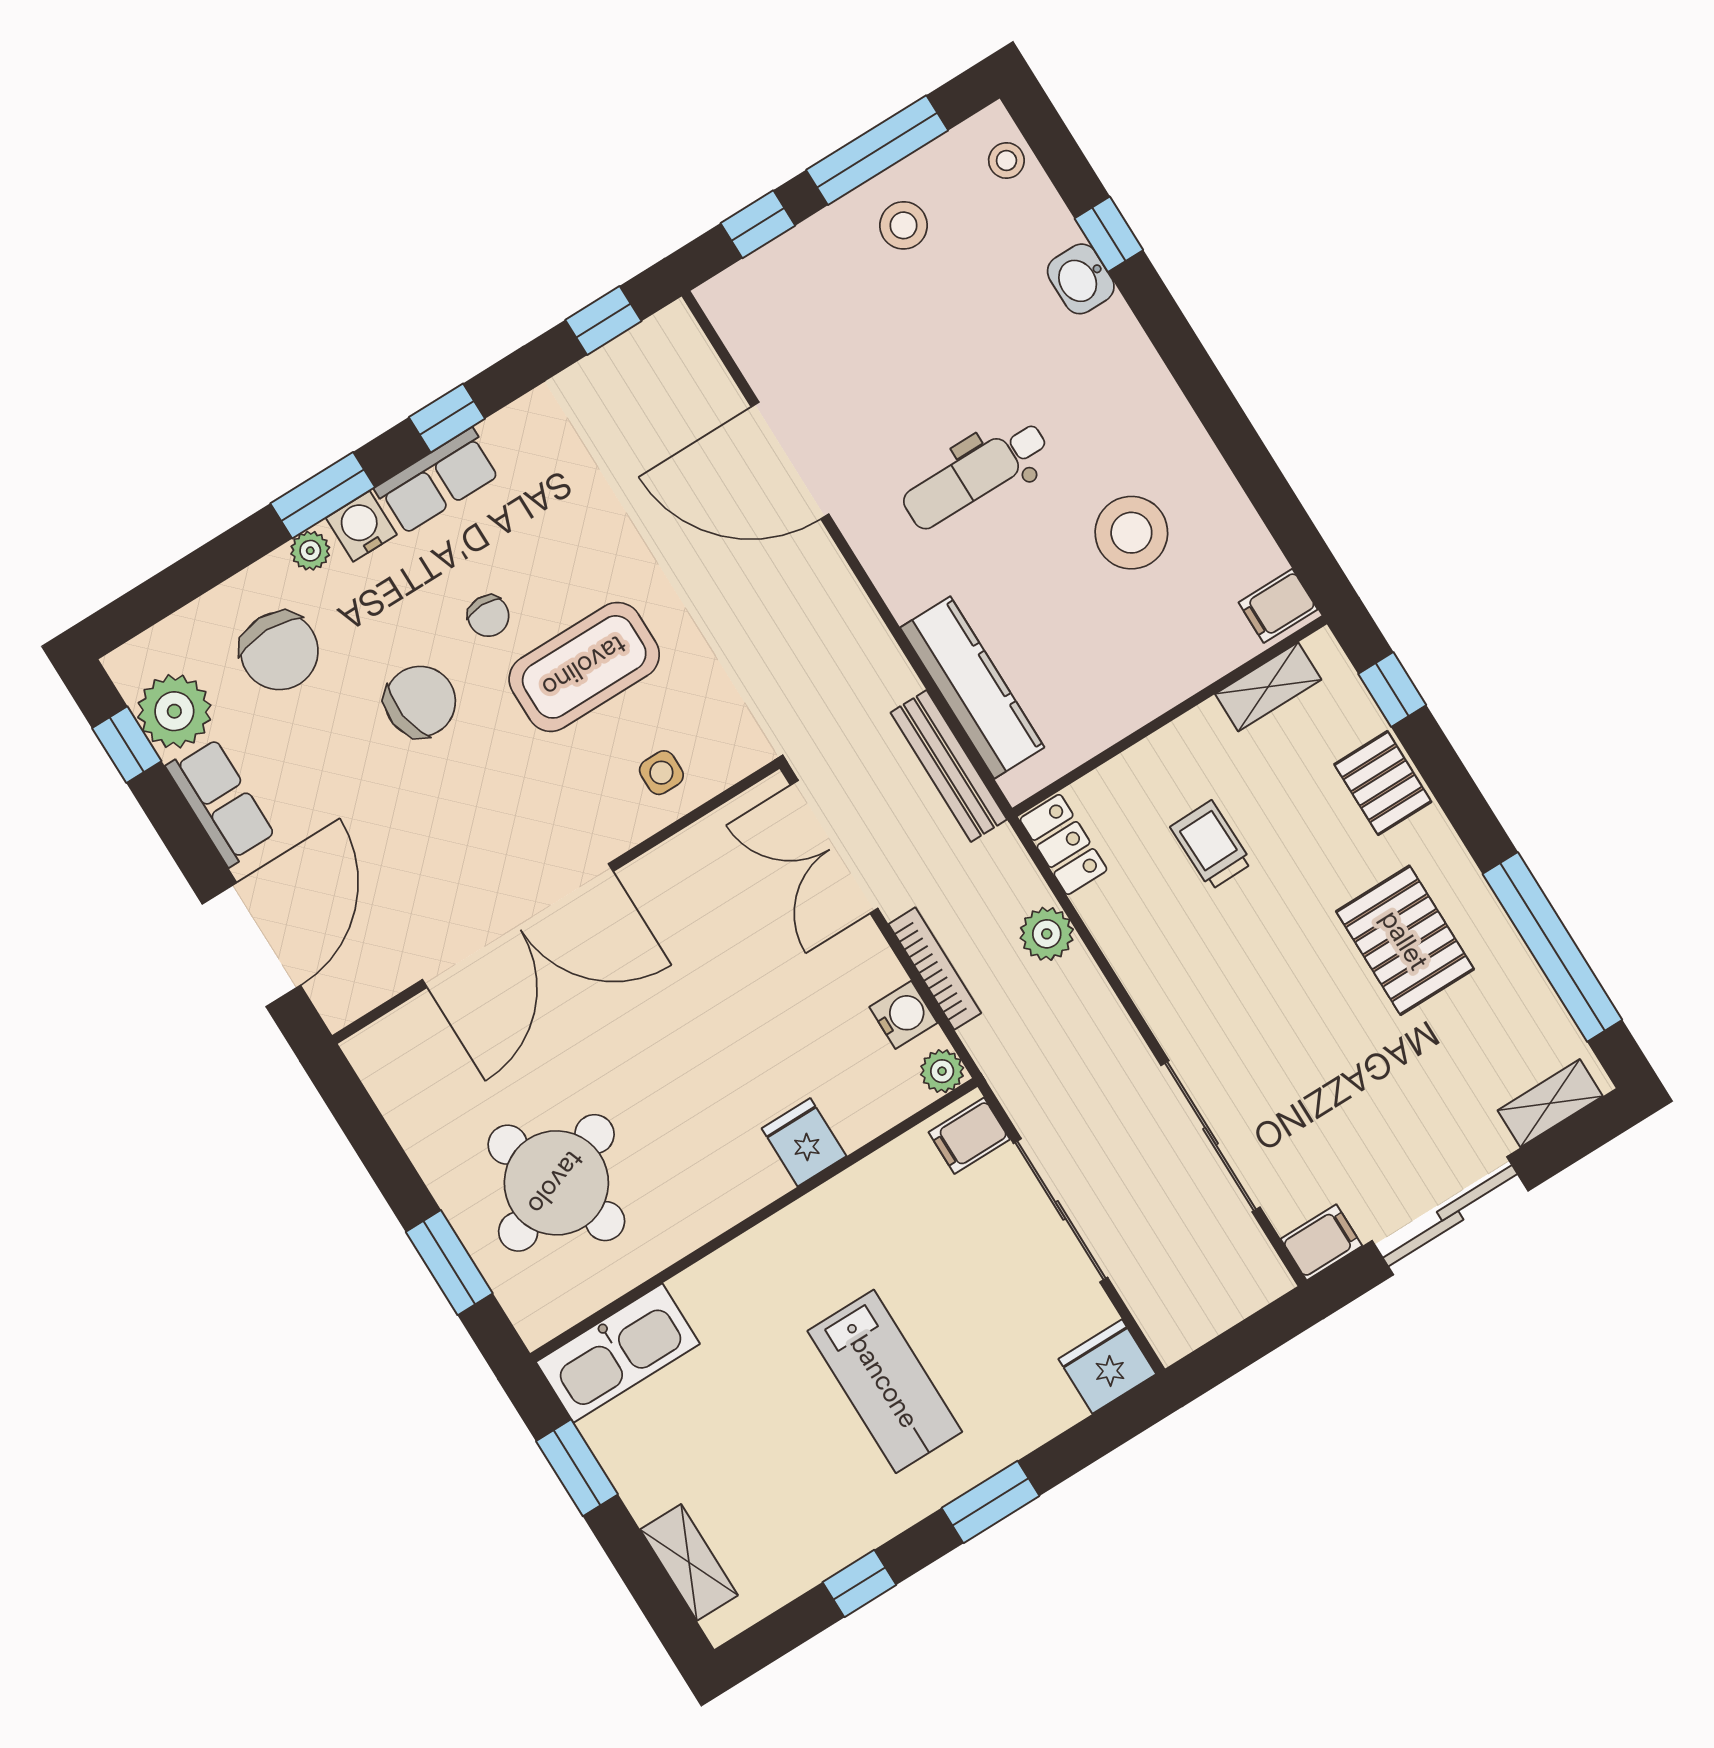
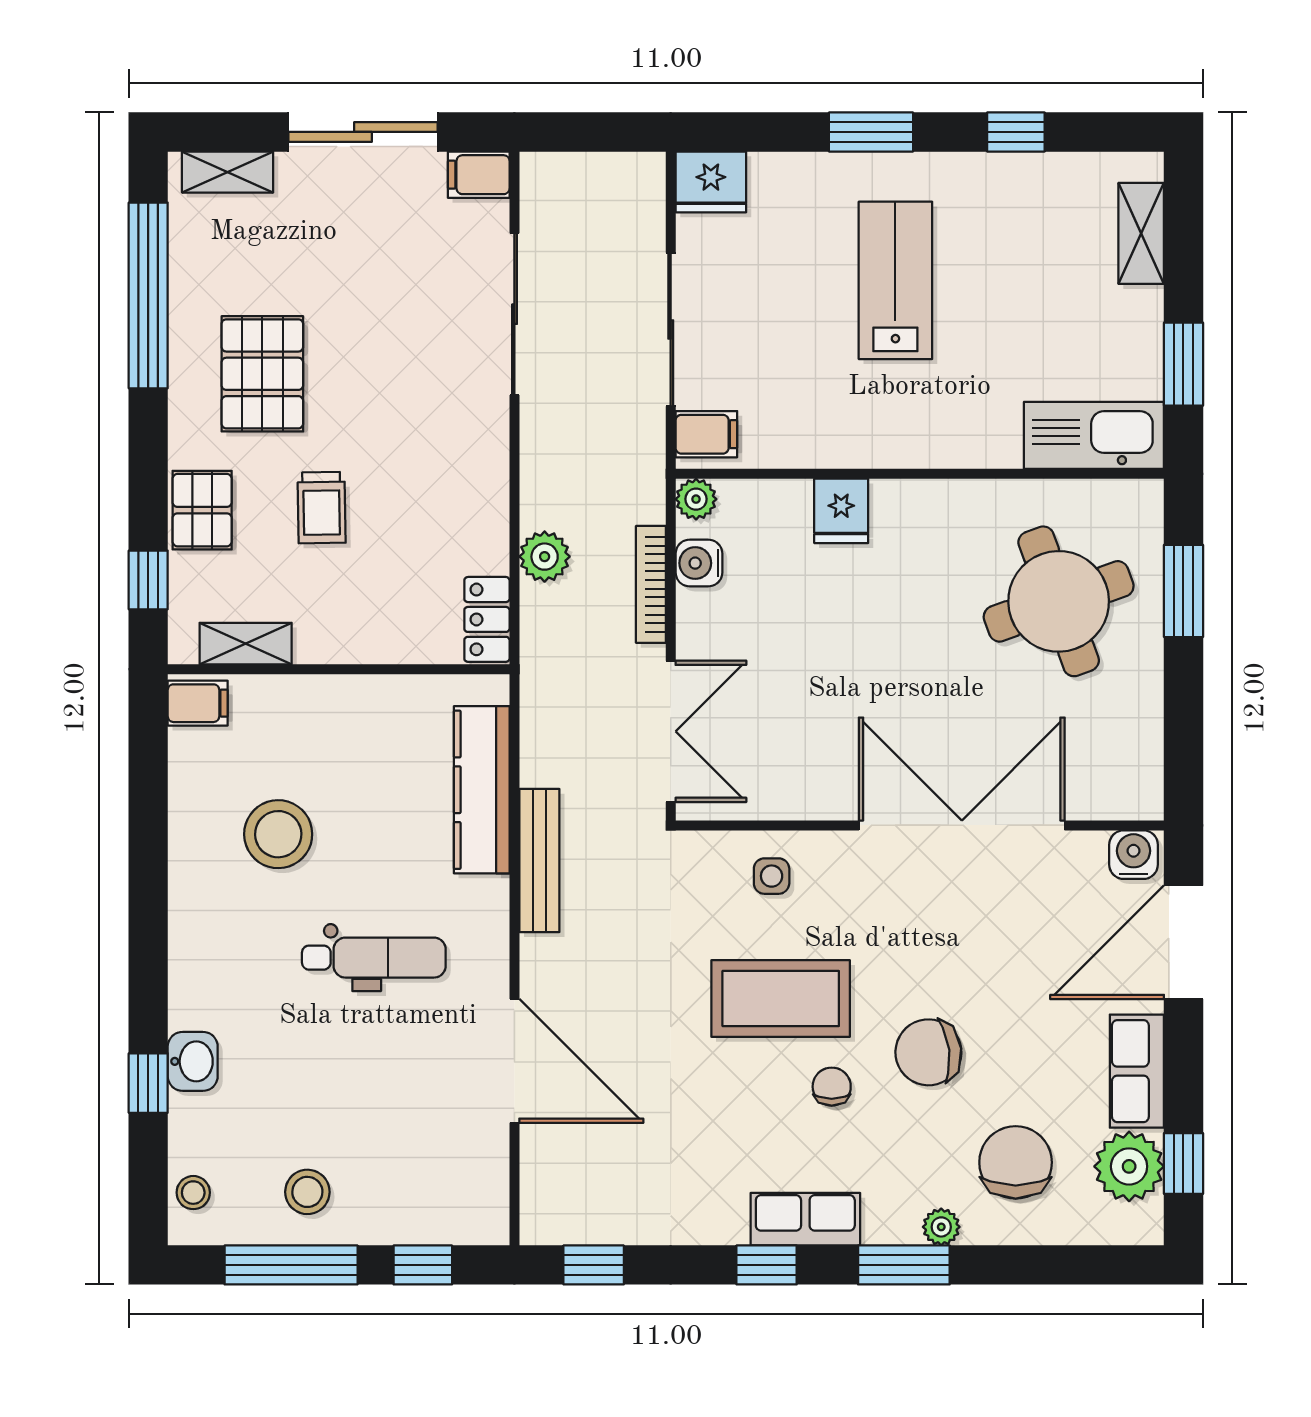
water cooler: (361, 526) -> (1134, 855), moved, turned 180
bench: (949, 766) -> (539, 860), moved
trolley: (1211, 845) -> (322, 508), moved

